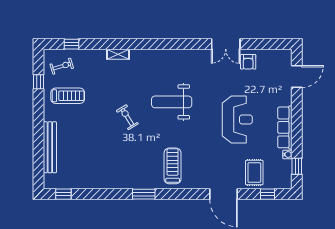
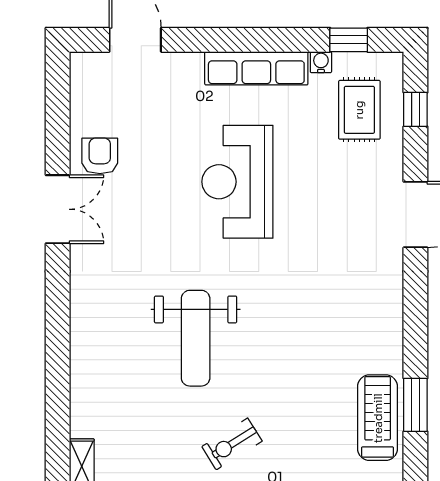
armchair: (248, 62) -> (100, 156), turned -90
reception desk: (237, 119) -> (237, 182), turned -90
treadmill: (173, 166) -> (378, 418), moved, turned 90
rug: (254, 173) -> (359, 110), moved, turned 90

